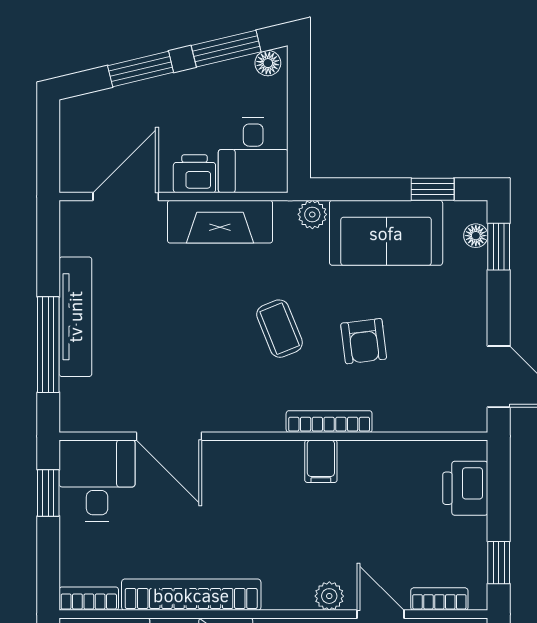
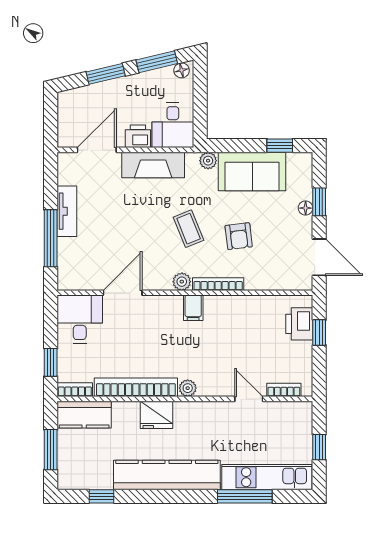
floor lamp: (476, 236) -> (306, 208), moved
window: (499, 247) -> (319, 202), moved
tv unit: (75, 317) -> (67, 211), width x0.71
plant: (268, 417) -> (182, 282), added
door: (169, 436) -> (123, 293), swing flipped
filing cabinet: (321, 461) -> (193, 308), moved
window: (48, 493) -> (51, 362), moved
window: (499, 563) -> (319, 333), moved
plant: (329, 596) -> (188, 388), moved

